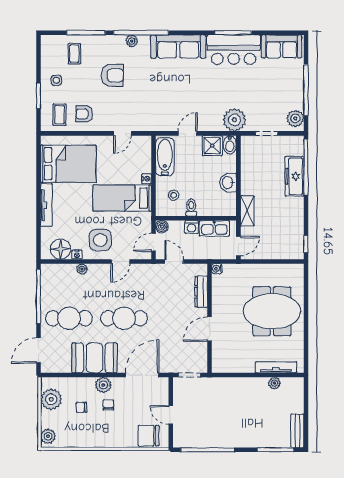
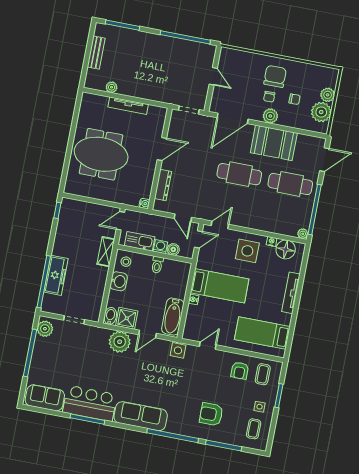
plant: (132, 41) -> (183, 430), removed
coffee table: (74, 54) -> (254, 429), moved
armchair: (112, 75) -> (211, 414), moved
armchair: (84, 114) -> (240, 371), turned 90
plant: (234, 120) -> (120, 342), moved
side table: (152, 123) -> (178, 350), added
bed: (68, 164) -> (262, 333), width x0.67
stool: (174, 195) -> (126, 262), moved
boiler: (162, 227) -> (173, 249), moved
door: (120, 261) -> (220, 225), moved
plant: (82, 269) -> (303, 234), moved
tv unit: (276, 367) -> (128, 106), moved
bench: (297, 431) -> (96, 53), moved
plant: (48, 436) -> (328, 95), moved
chair: (148, 436) -> (275, 76), moved, turned -90

